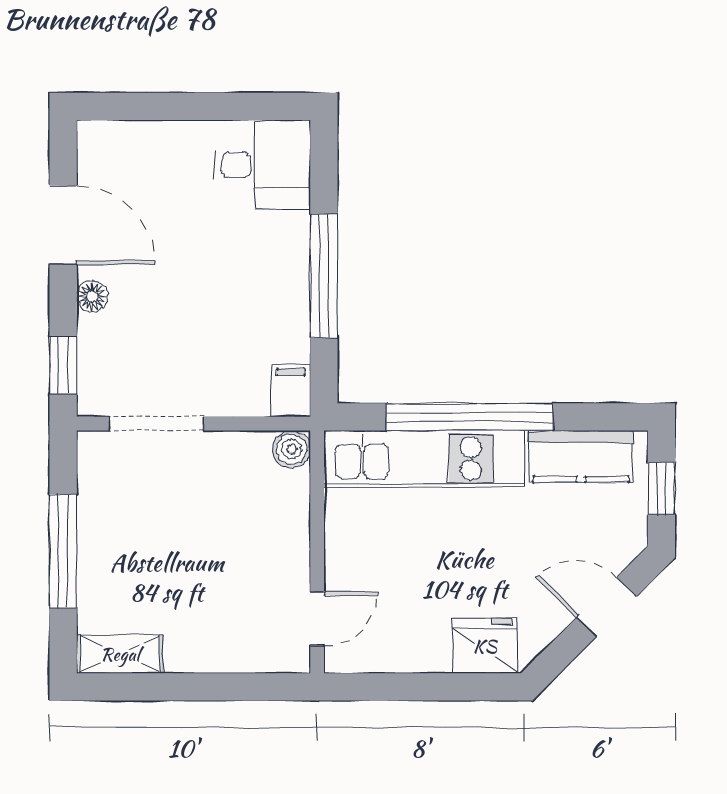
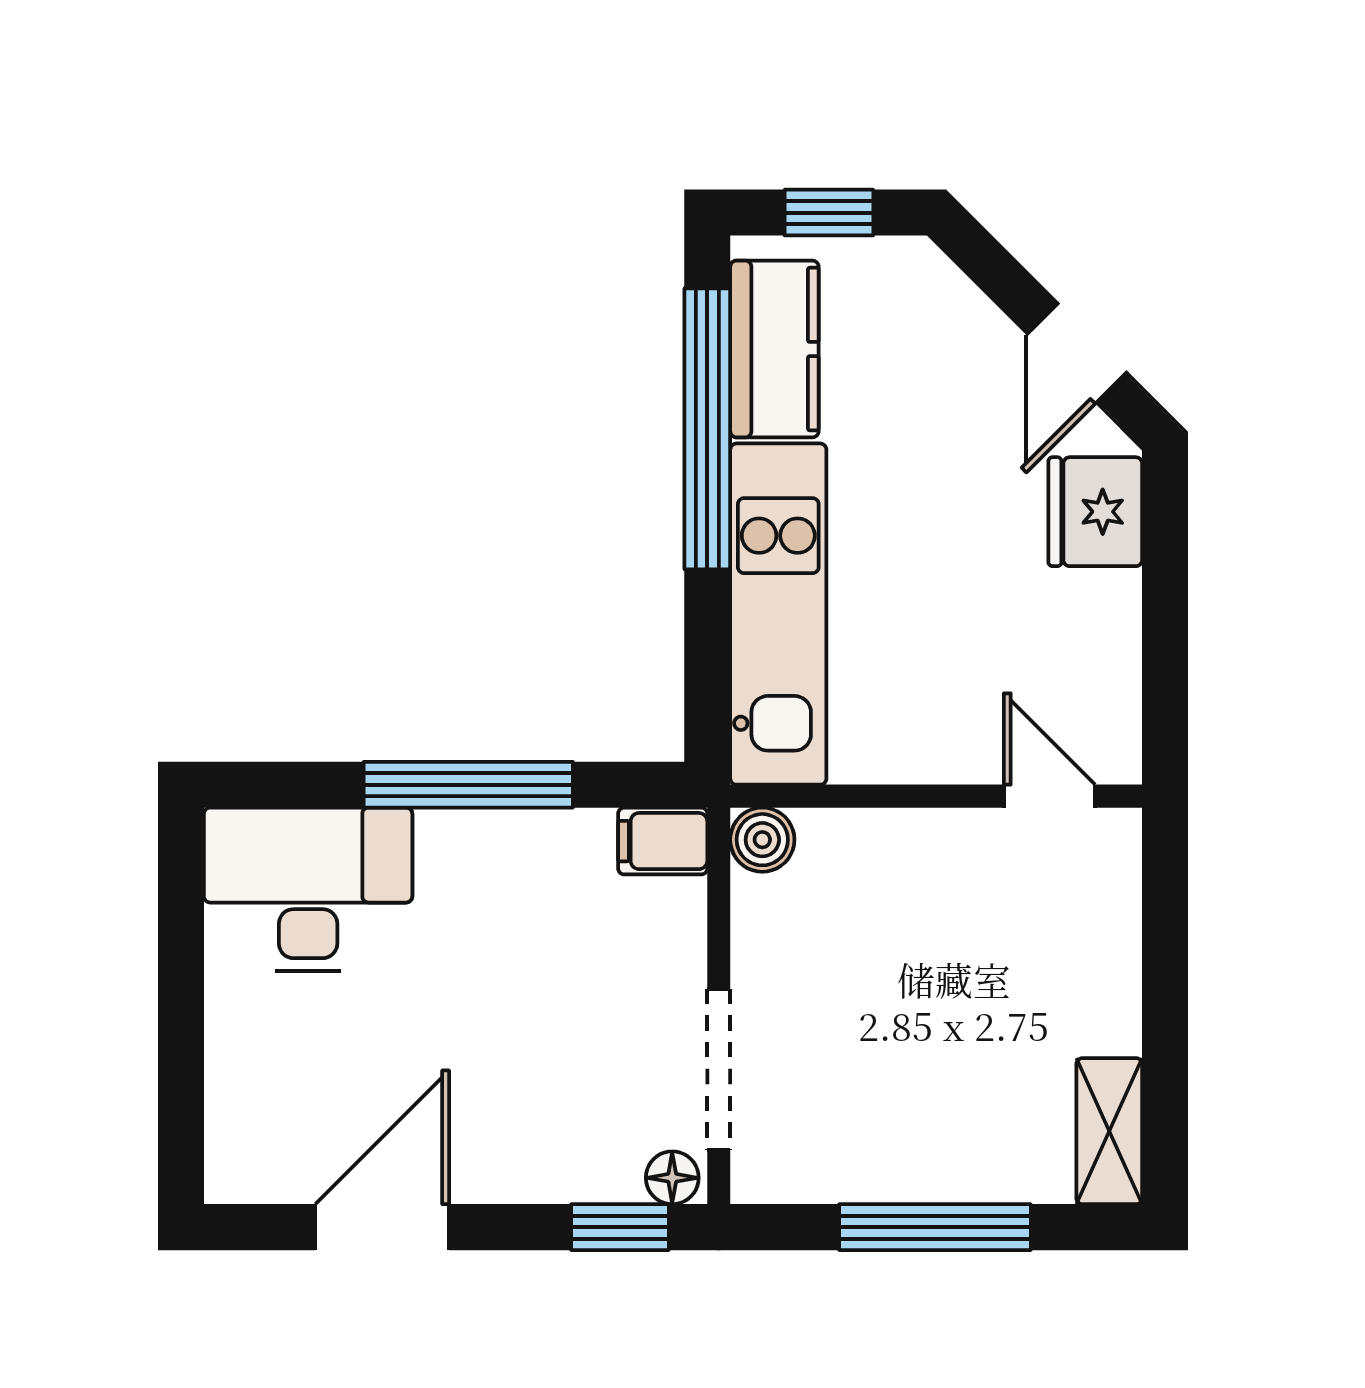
desk: (262, 165) -> (308, 889), width x1.37
floor lamp: (92, 296) -> (672, 1178), moved
window: (469, 417) -> (707, 429), moved
door: (606, 607) -> (1077, 353), moved

